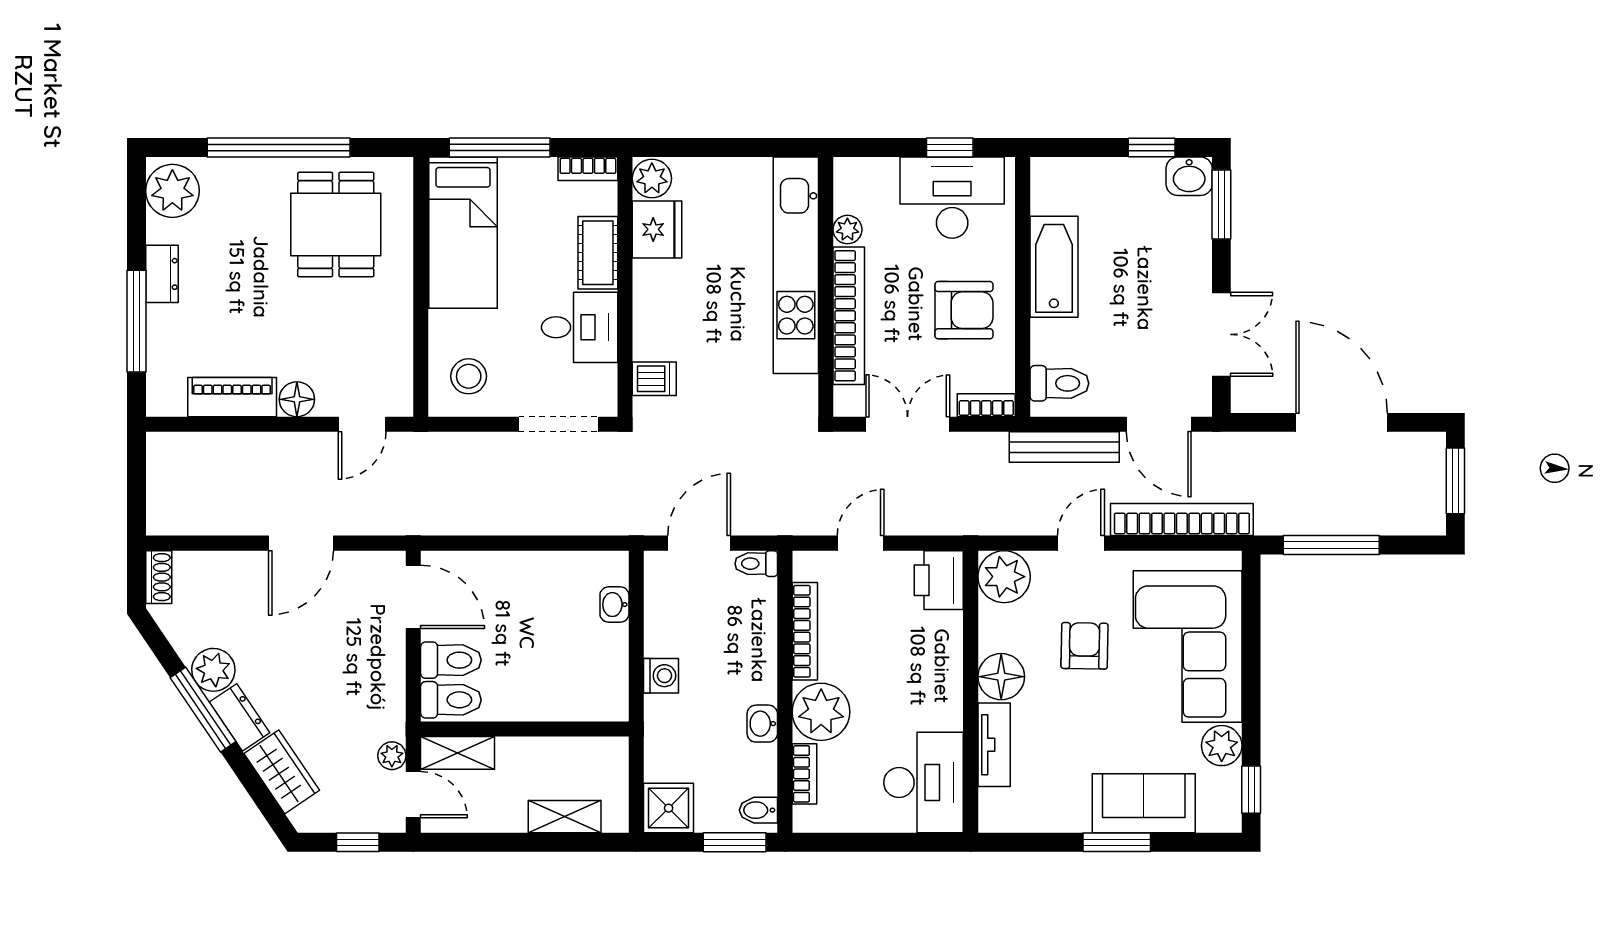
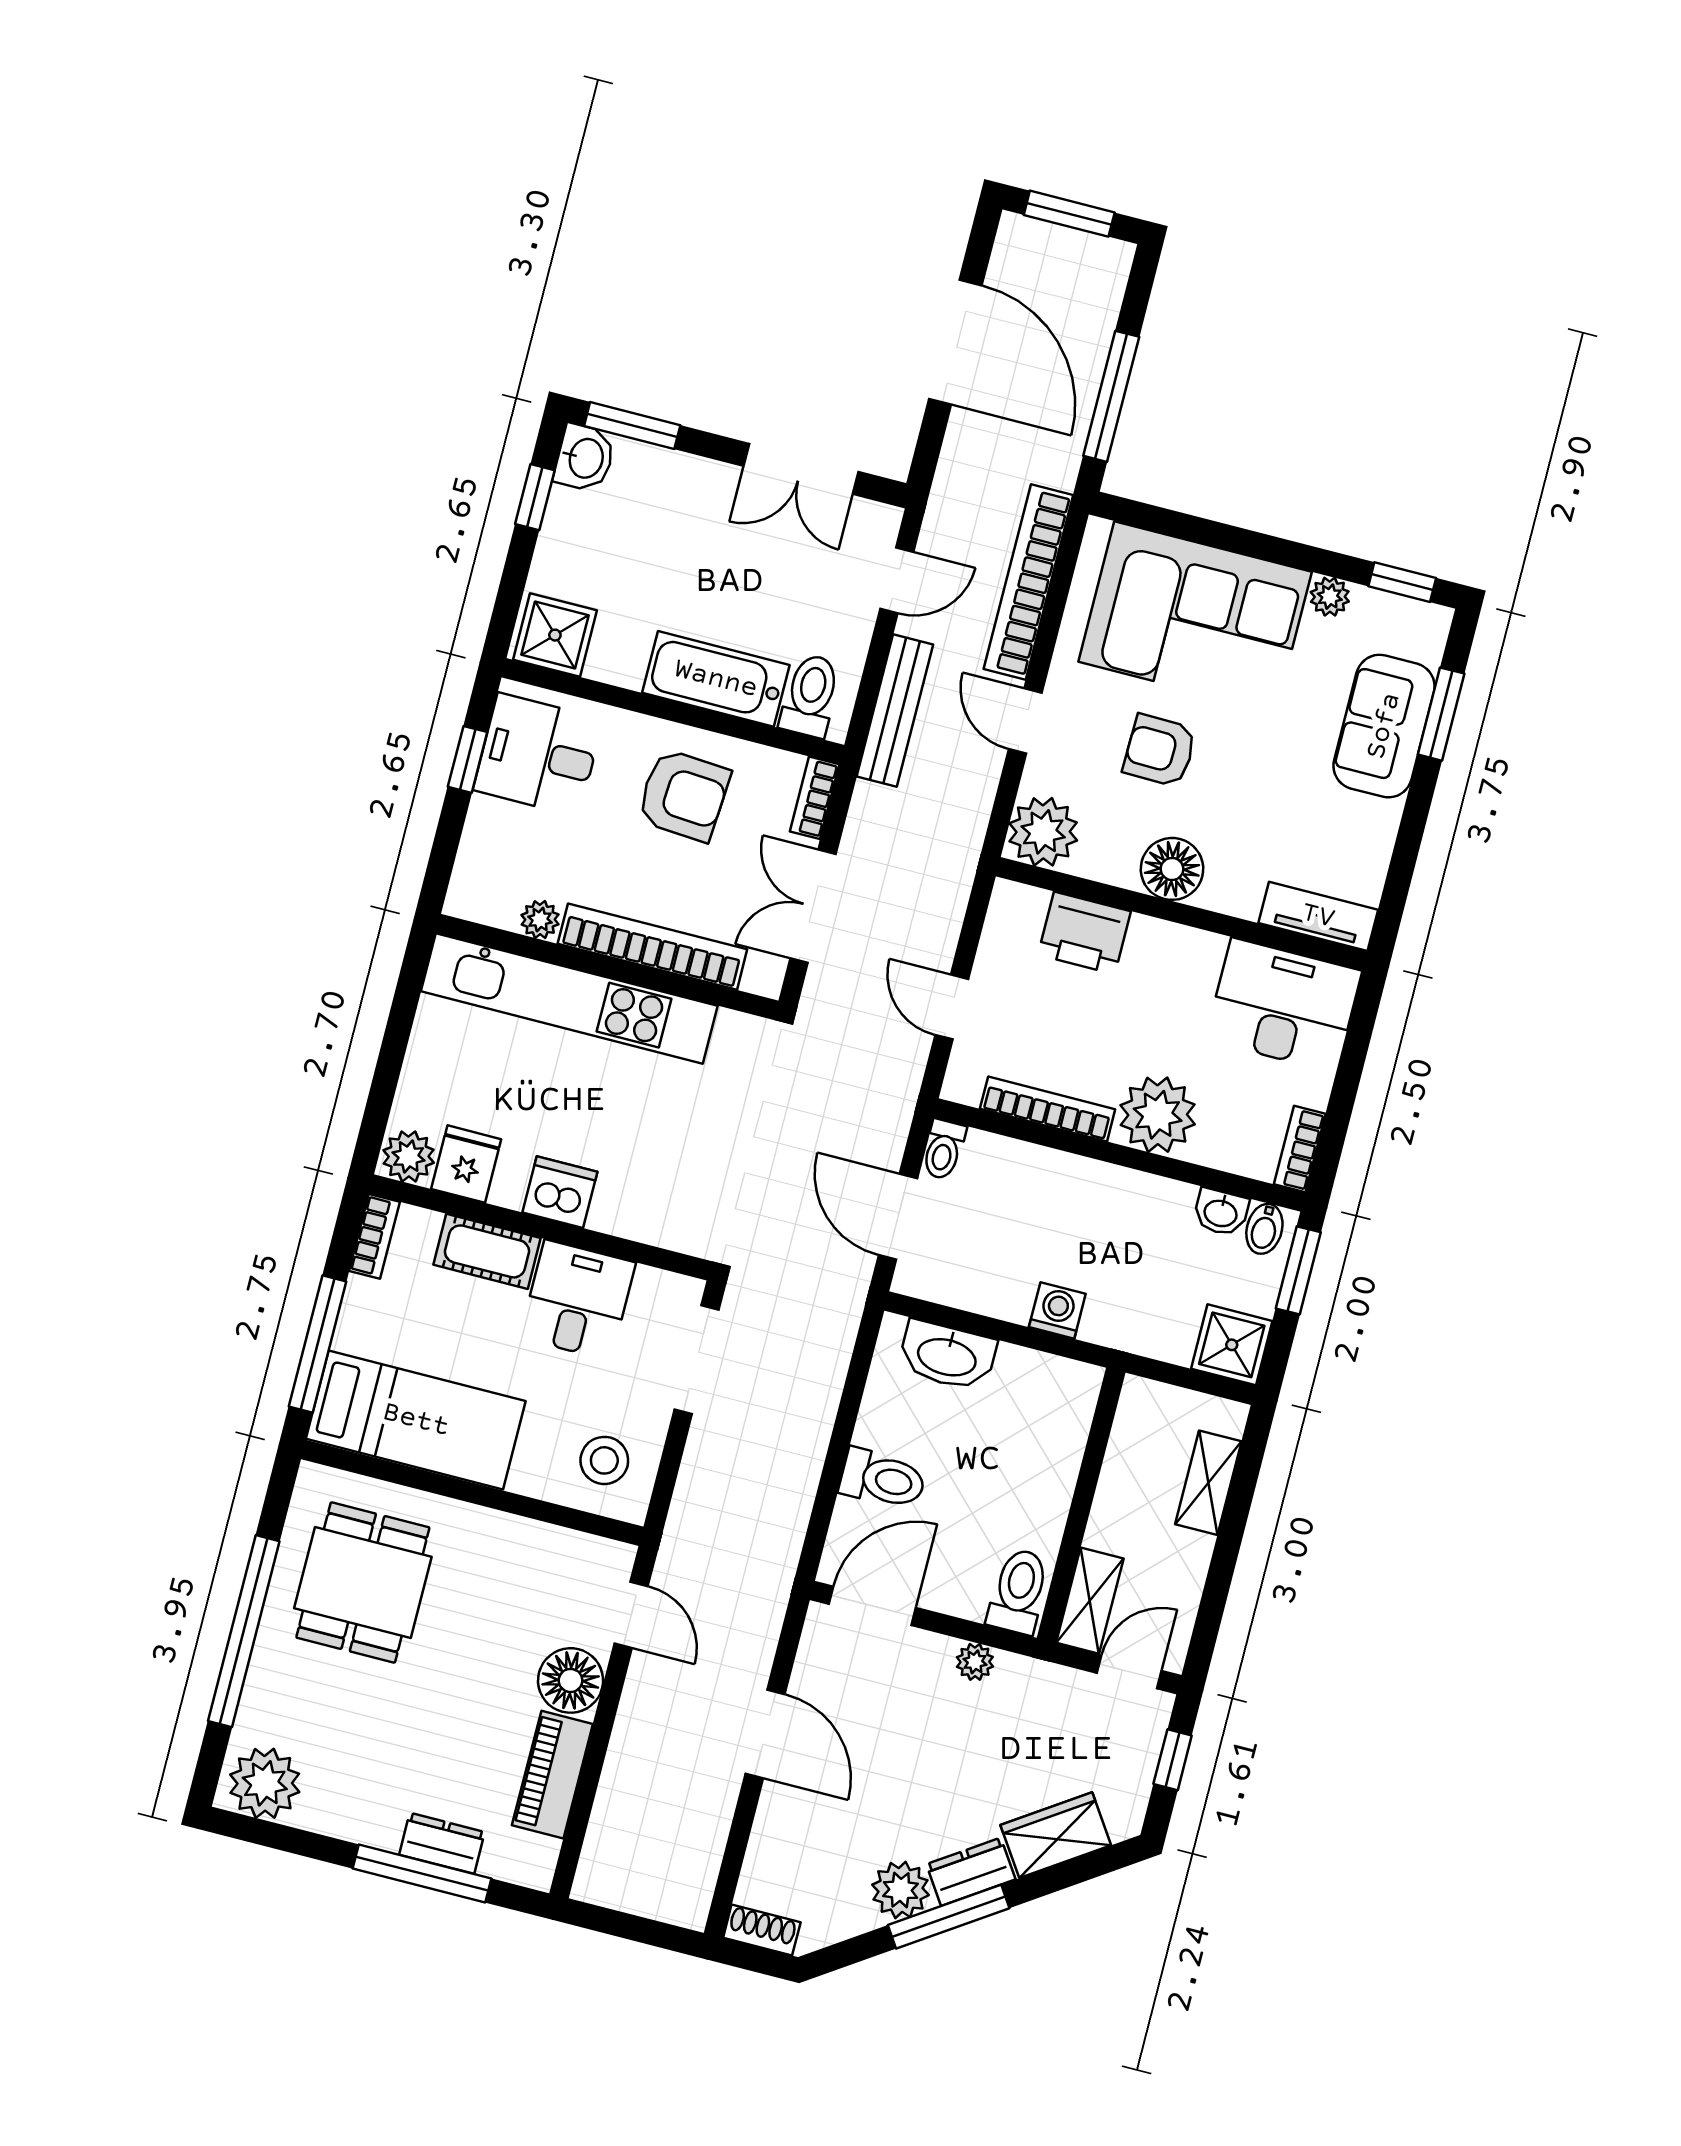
shower: (1056, 188) -> (555, 635), added
desk: (952, 198) -> (538, 755), width x0.73
dining table: (336, 225) -> (363, 1583), turned 90
fridge: (657, 229) -> (466, 1164), width x0.72
bathtub: (1054, 267) -> (716, 679), moved
dresser: (162, 274) -> (442, 1843), moved
armchair: (964, 310) -> (684, 795), turned 94
double door: (1221, 334) -> (801, 469), swing flipped
dishwasher: (654, 379) -> (560, 1192), moved, width x1.38
floor lamp: (297, 399) -> (571, 1680), width x1.38, depth x1.38
door: (1342, 422) -> (955, 342), swing flipped
door: (1159, 424) -> (897, 580), width x0.73
printer: (939, 580) -> (1084, 933), moved
washbasin: (614, 605) -> (947, 1356), width x1.91, depth x1.45
toilet: (451, 660) -> (883, 1479), moved, turned 90
washbasin: (762, 724) -> (1221, 1212), moved
tv unit: (994, 745) -> (1318, 916), moved
plant: (1222, 746) -> (1330, 597), width x0.73, depth x0.73
plant: (392, 756) -> (975, 1662), moved
bookcase: (804, 774) -> (1300, 1149), moved, turned -90
window: (1117, 842) -> (1441, 714), moved

